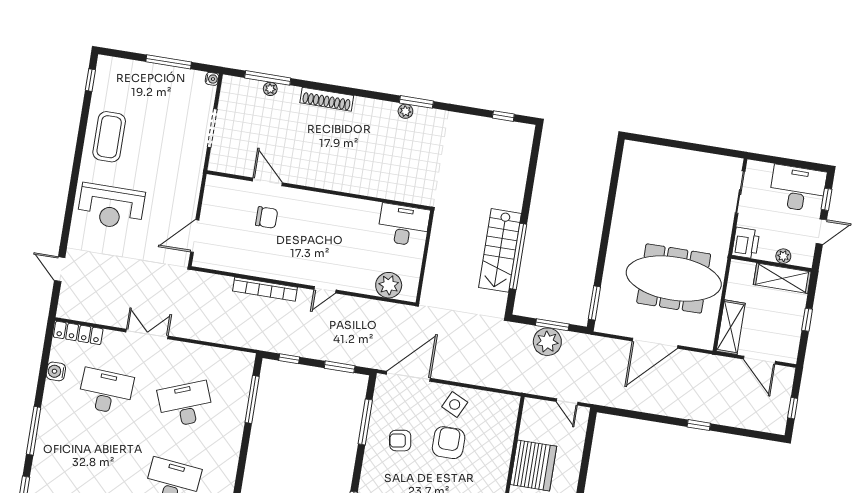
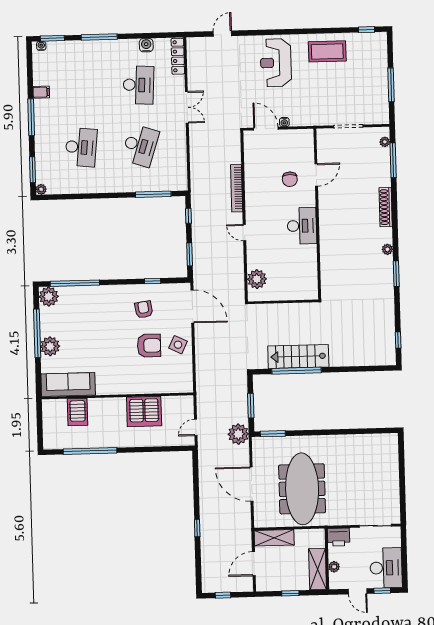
water cooler: (212, 79) -> (284, 122), moved
plant: (270, 89) -> (385, 142), moved
plant: (405, 111) -> (387, 249), moved
desk: (404, 225) -> (302, 226), moved
plant: (547, 342) -> (238, 434), moved
desk: (185, 404) -> (140, 146), turned 39
window: (365, 422) -> (153, 281), width x0.46

